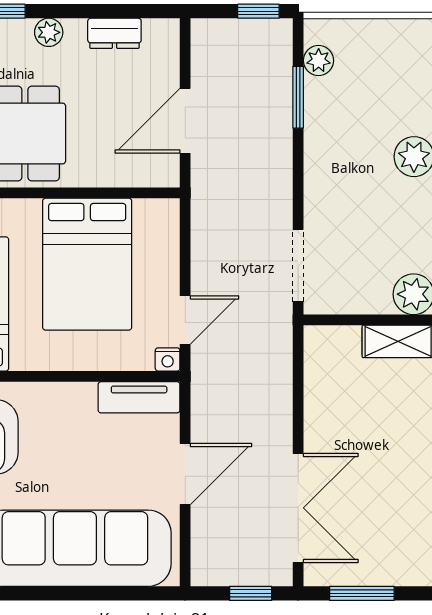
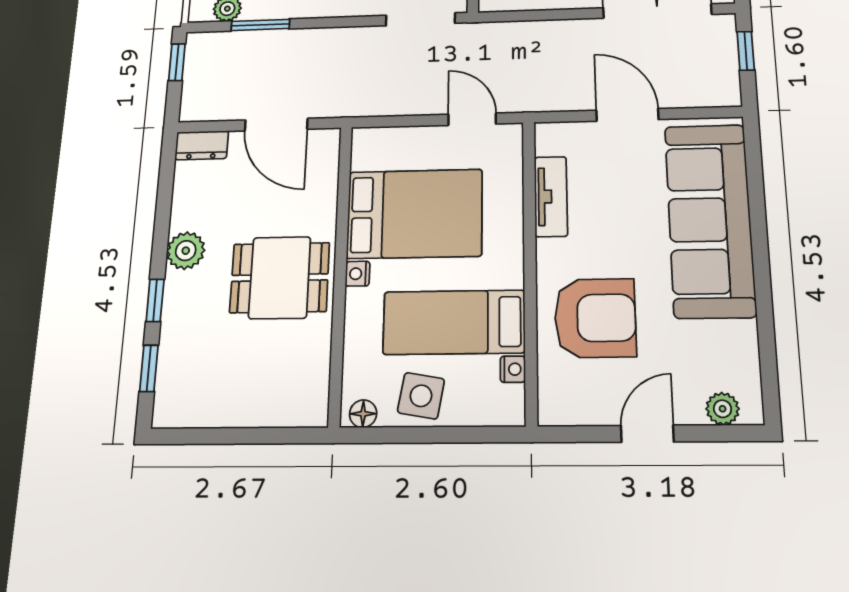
plant: (49, 32) -> (186, 251), width x1.38, depth x1.38
dresser: (114, 33) -> (202, 145), moved, turned 90
nightstand: (168, 359) -> (358, 274), moved, turned 180
tv unit: (139, 397) -> (551, 196), moved

